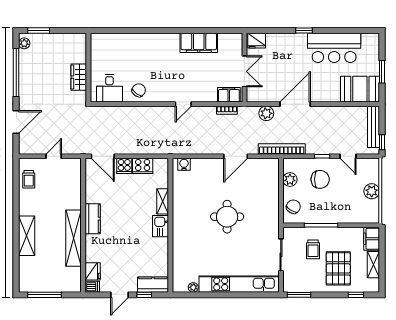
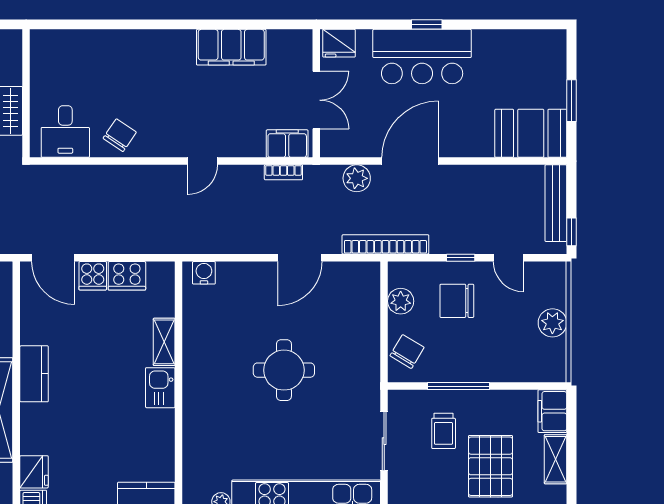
bar counter: (334, 48) -> (422, 57), moved
chair: (320, 179) -> (457, 301), turned 180

